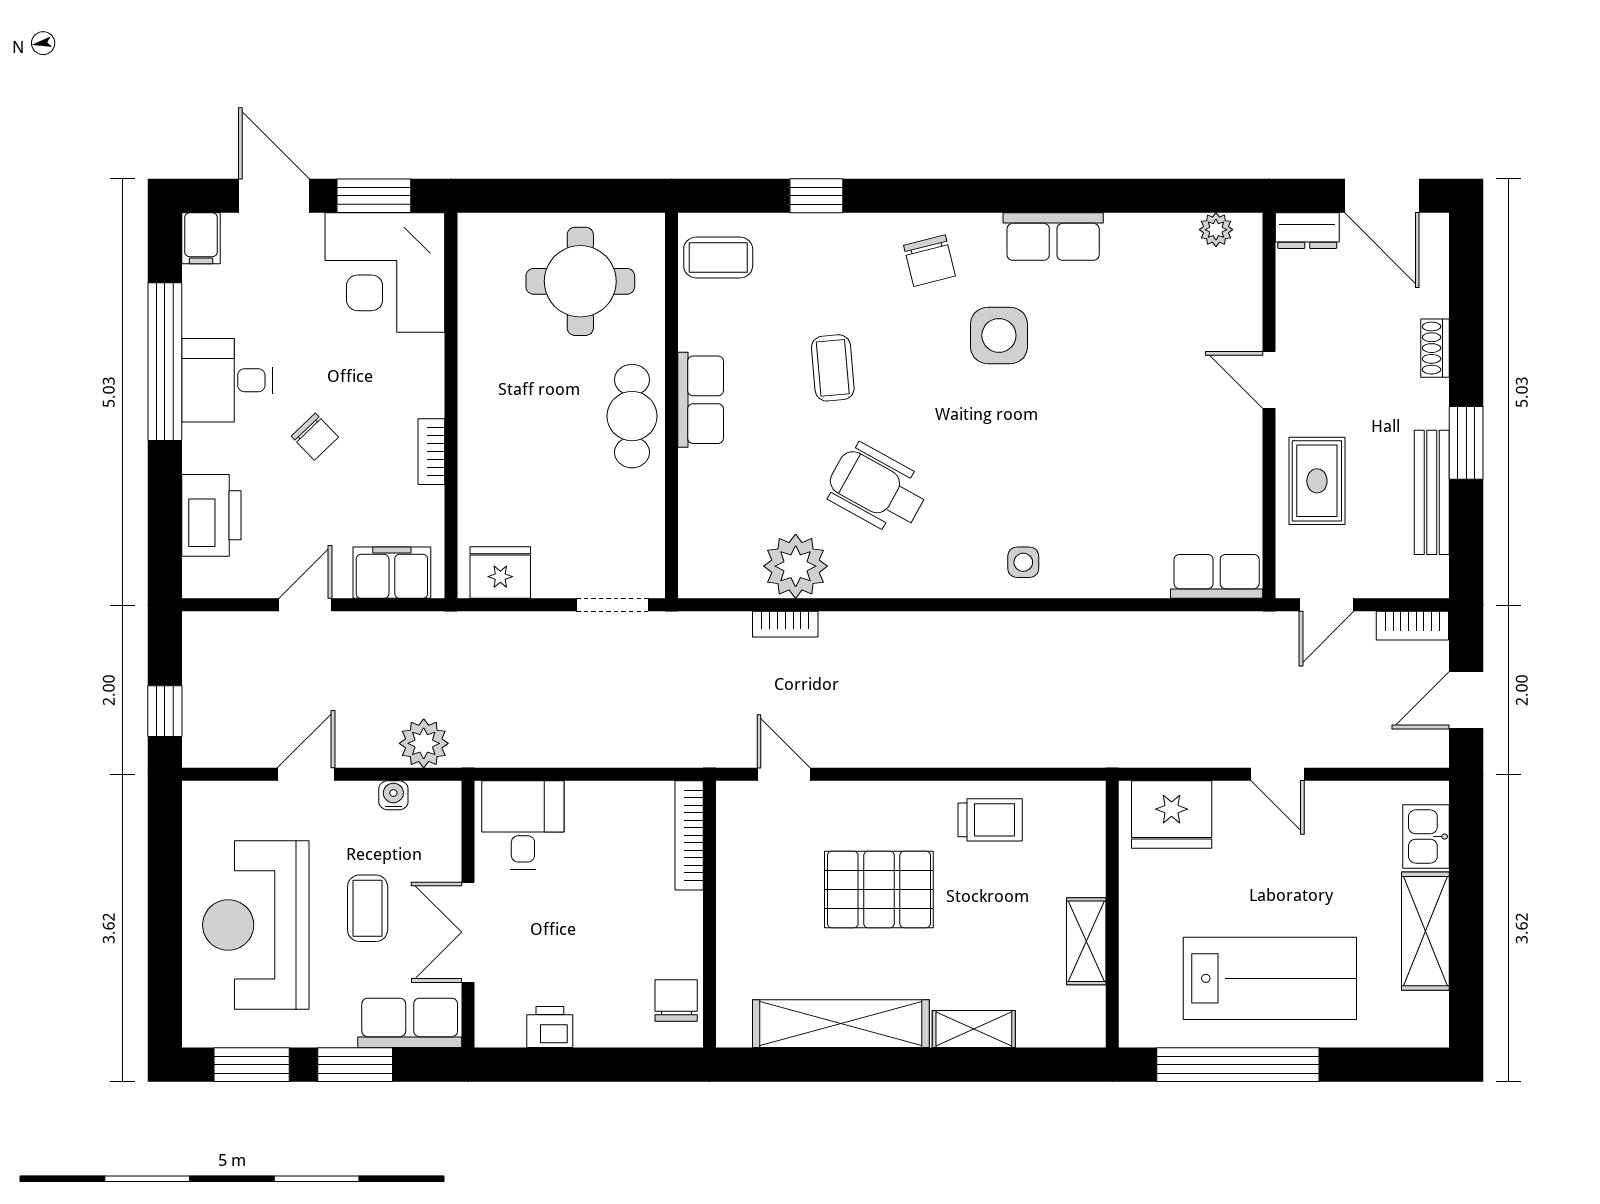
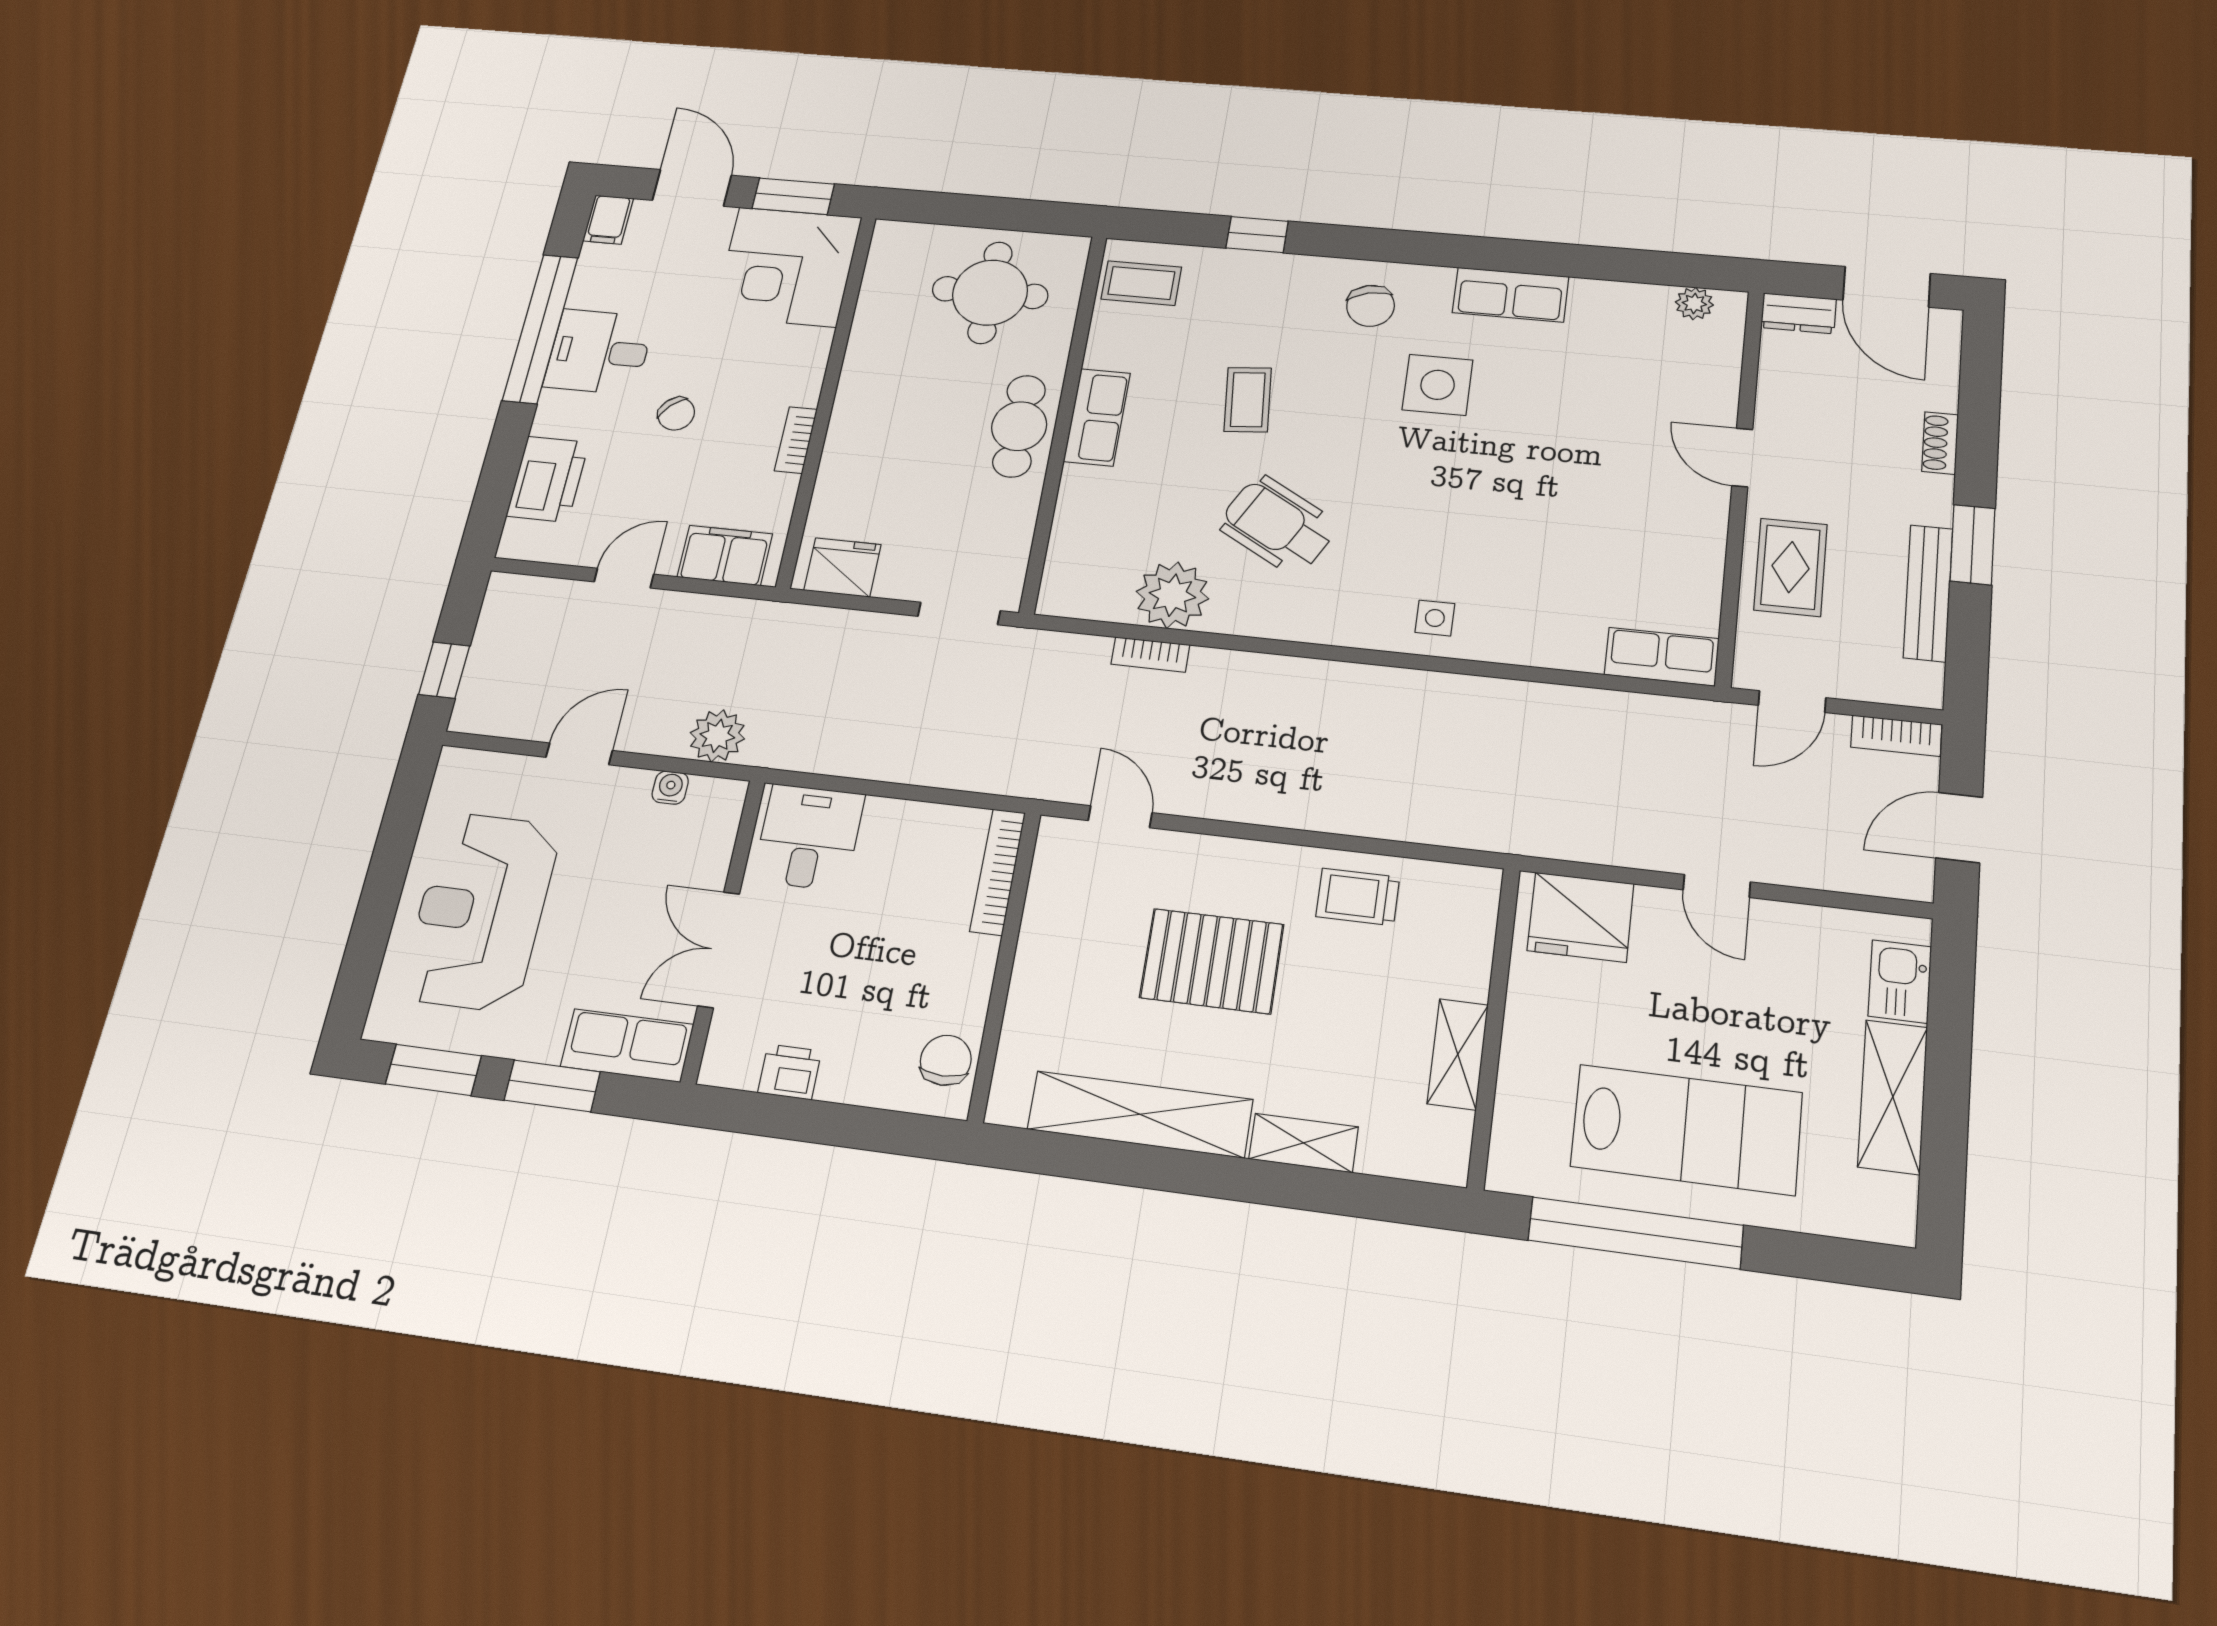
trolley: (990, 820) -> (1358, 897), turned 180
coffee table: (368, 908) -> (611, 908), removed

